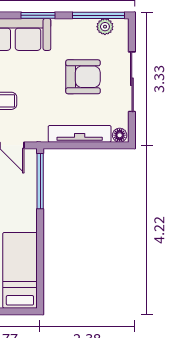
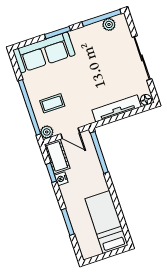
armchair: (83, 77) -> (105, 66), removed

